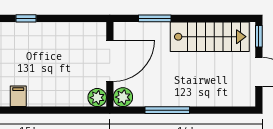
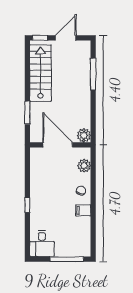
chair: (46, 93) -> (81, 191), added
plant: (97, 98) -> (84, 166), moved
window: (167, 110) -> (93, 74), moved

